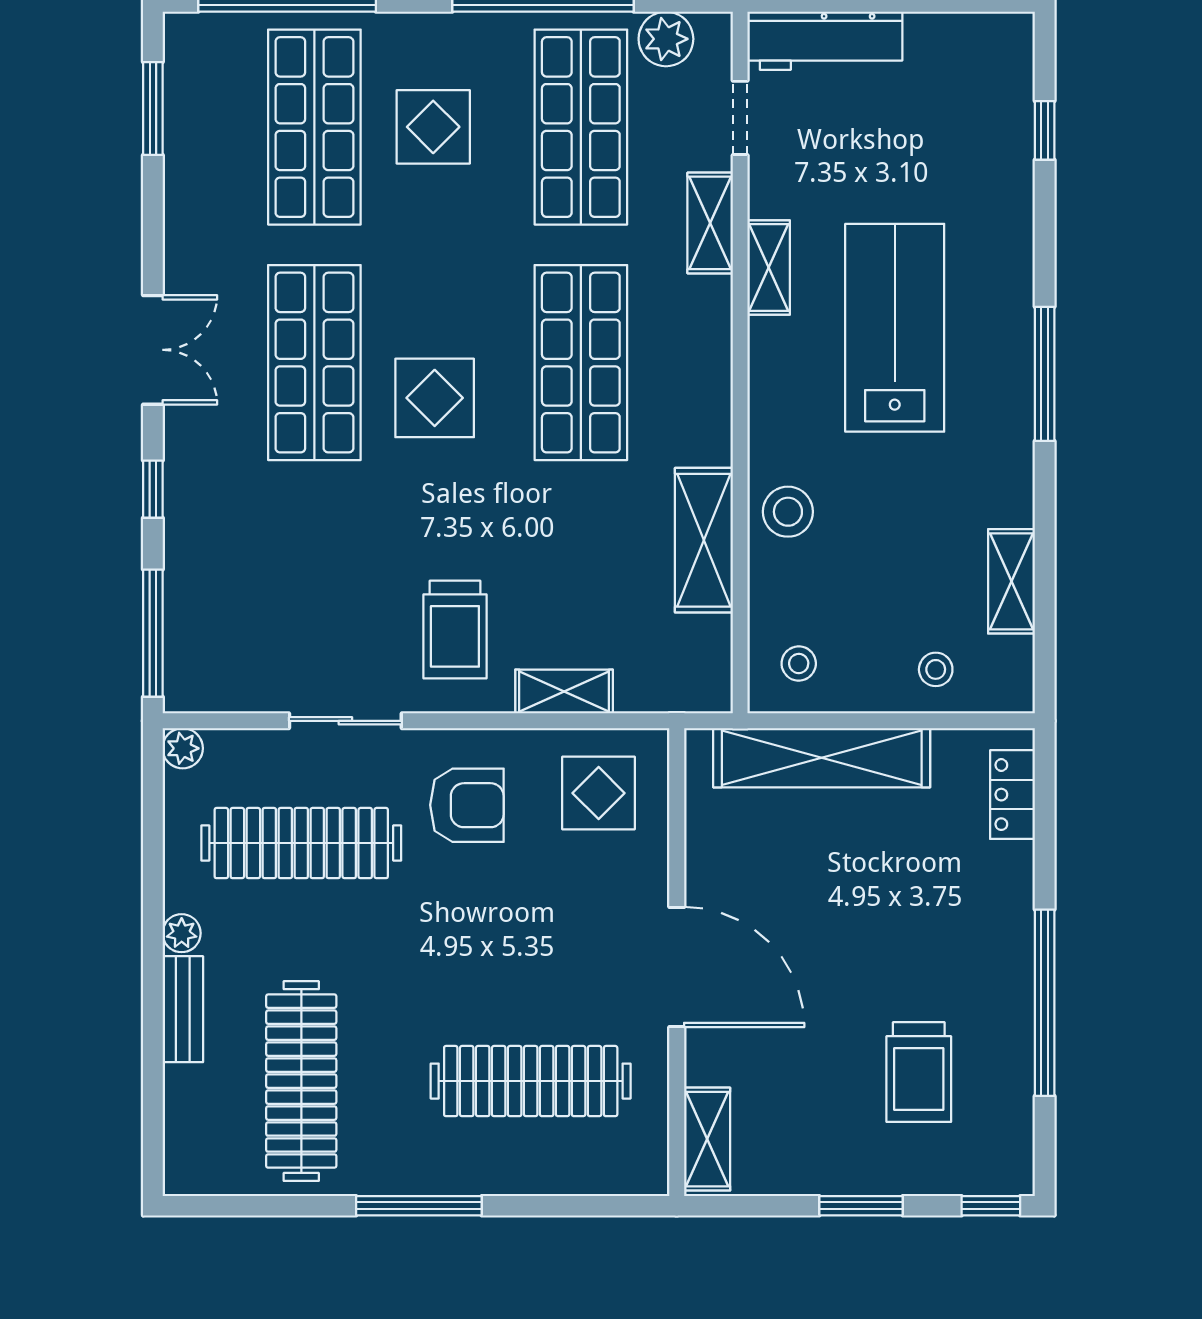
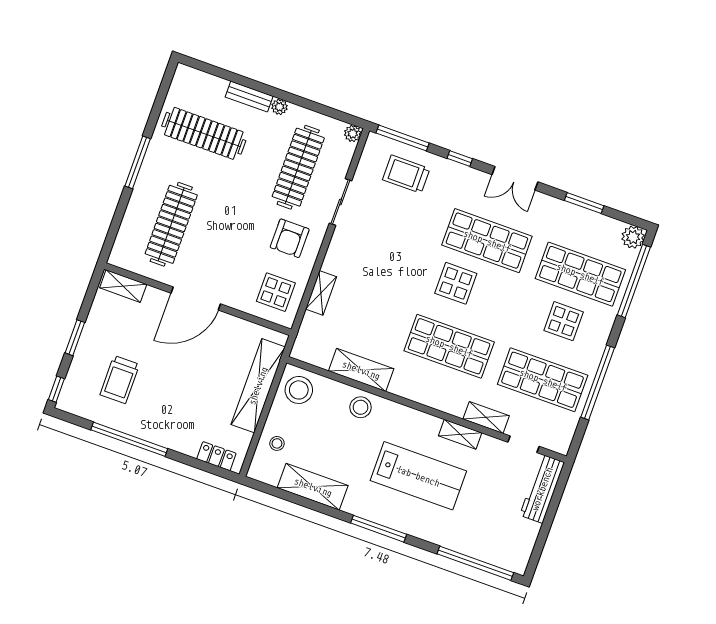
plant: (666, 39) -> (633, 237), moved
window: (153, 109) -> (584, 203), moved
window: (1045, 130) -> (475, 563), width x3.17
shelving: (1011, 581) -> (313, 487), width x1.50, depth x1.33
trolley: (455, 630) -> (406, 174), moved
stool: (799, 663) -> (299, 390), width x1.89, depth x1.89
trolley: (919, 1072) -> (120, 380), turned -90

